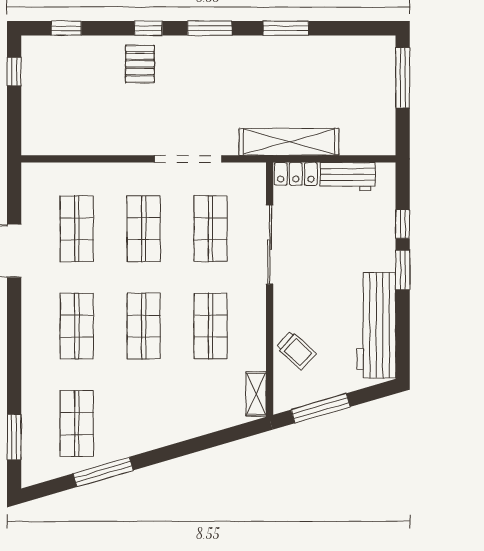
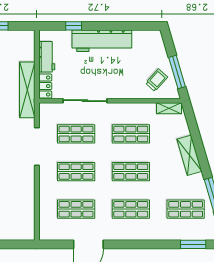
window: (403, 270) -> (99, 26), removed
workbench: (376, 325) -> (102, 41), moved
trolley: (296, 350) -> (157, 80), moved
shelving: (173, 430) -> (189, 155), added

